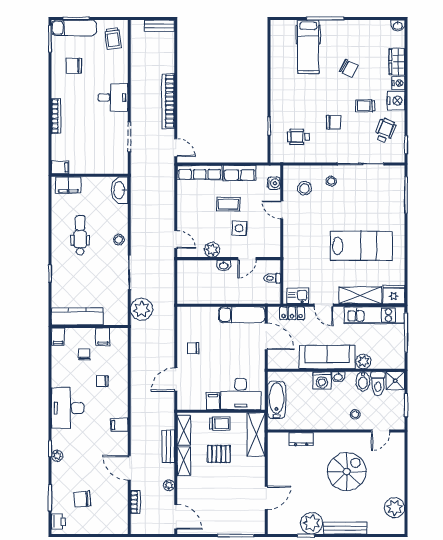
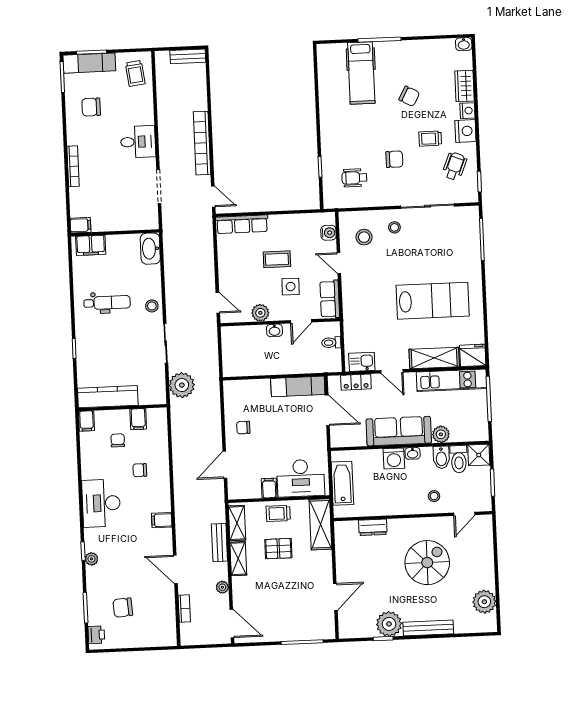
row of seats: (240, 173) -> (330, 299), moved, turned 90
dental chair: (80, 235) -> (107, 303), turned 90
trolley: (220, 424) -> (278, 513), turned 180

